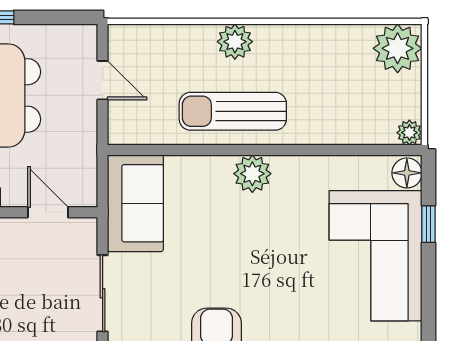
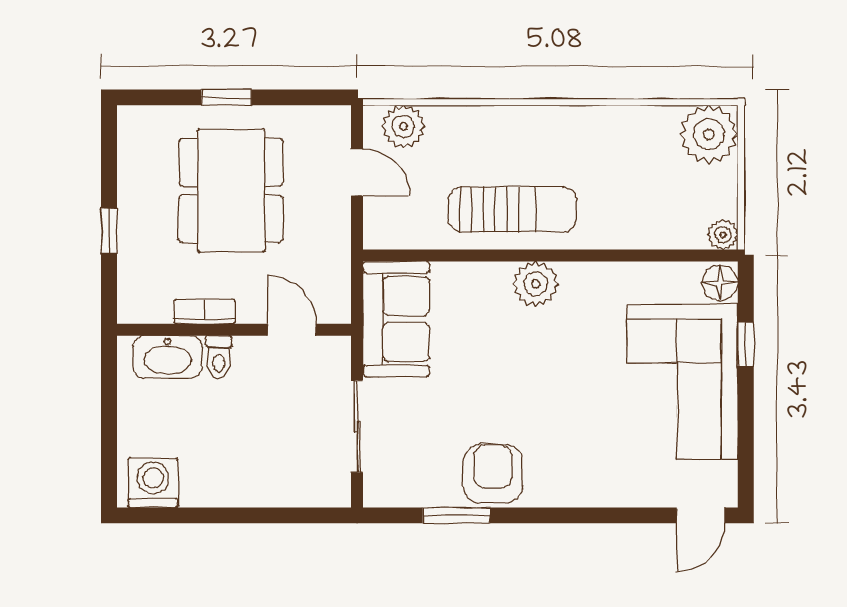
plant: (235, 42) -> (403, 126), moved
sun lounger: (233, 111) -> (512, 209), turned 180

